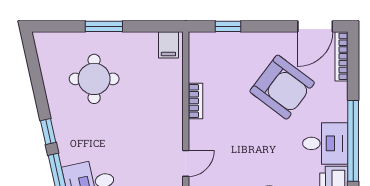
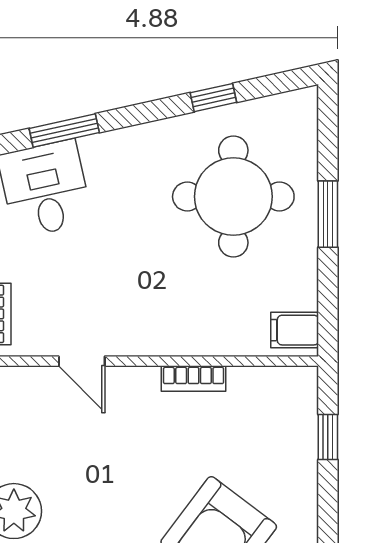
round table: (94, 79) -> (233, 197), width x1.36, depth x1.36
window: (48, 132) -> (213, 98), moved

